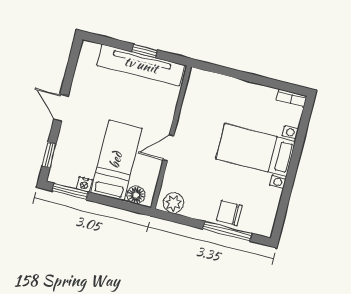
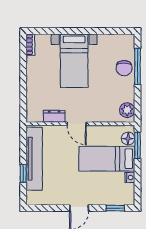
window: (145, 51) -> (23, 173), moved
dresser: (190, 105) -> (54, 116), added
door: (168, 148) -> (77, 124), moved
window: (70, 191) -> (137, 145), moved

